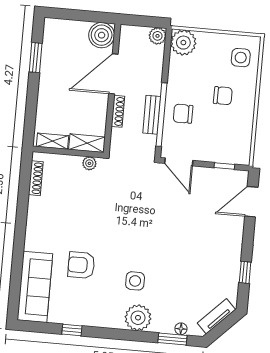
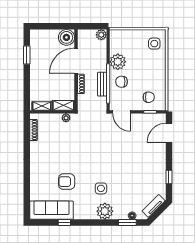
plant: (183, 43) -> (118, 62), moved
chair: (223, 96) -> (149, 97), moved
sofa: (35, 287) -> (51, 210), moved, turned -90

